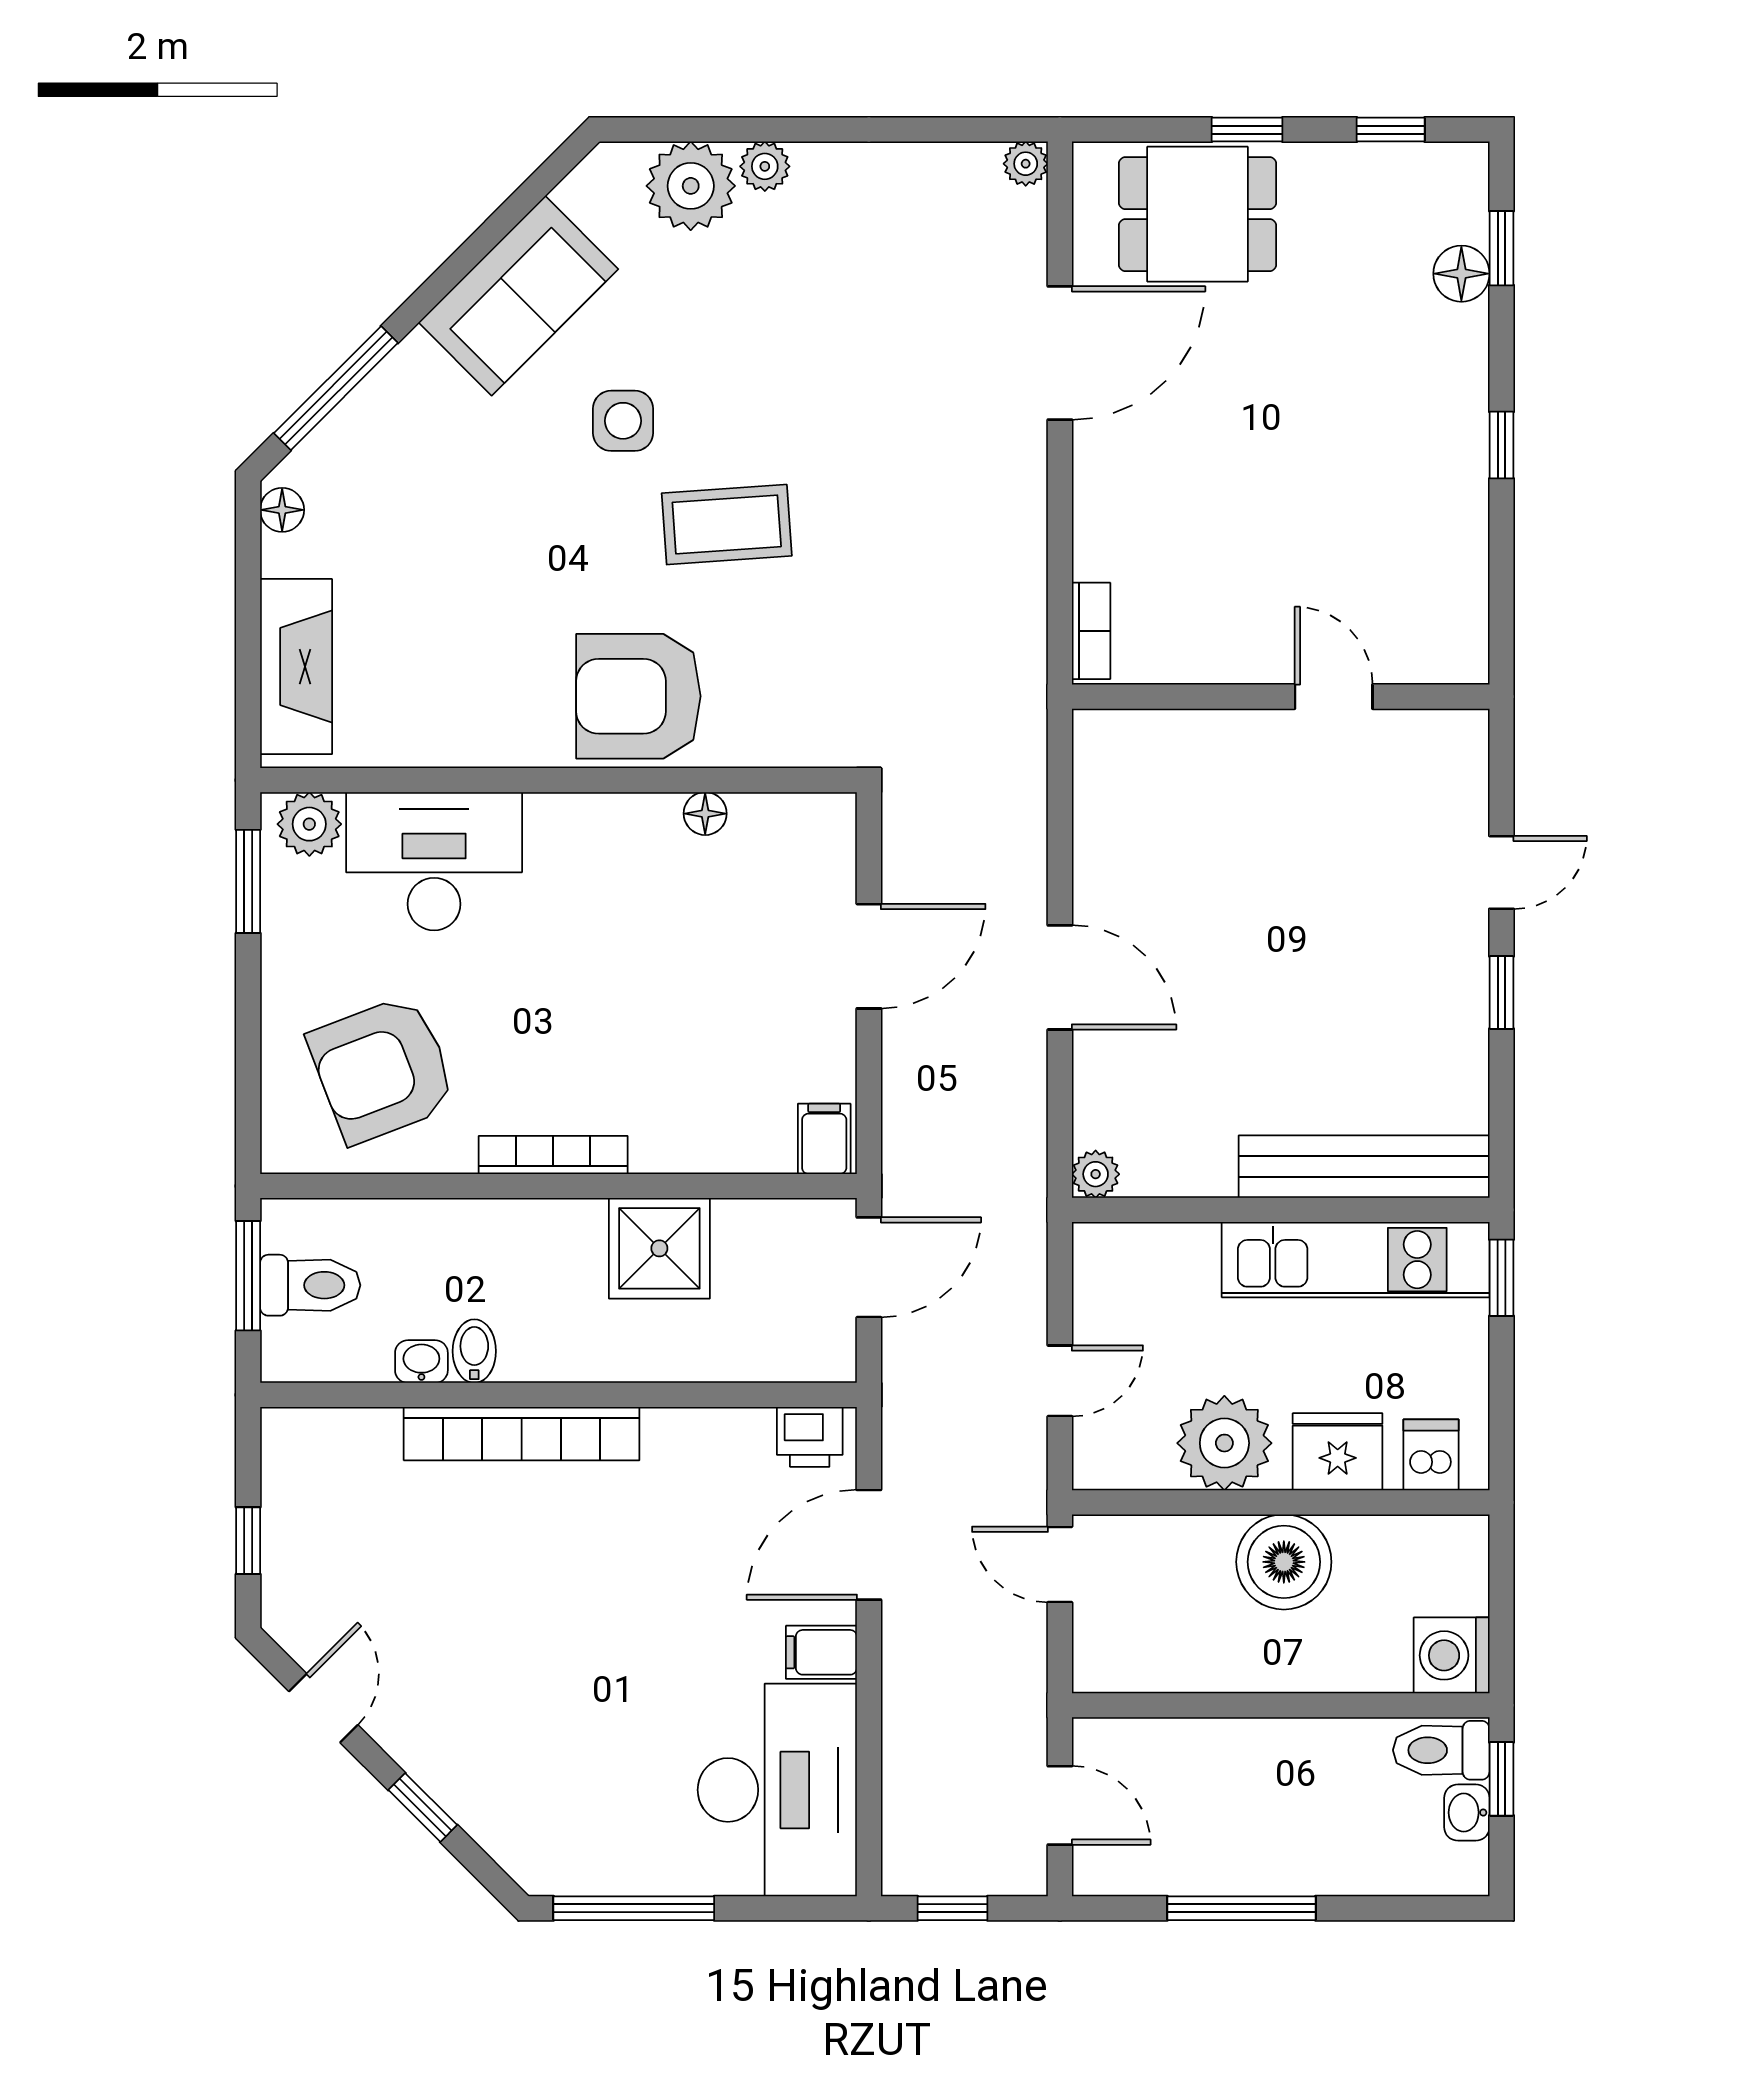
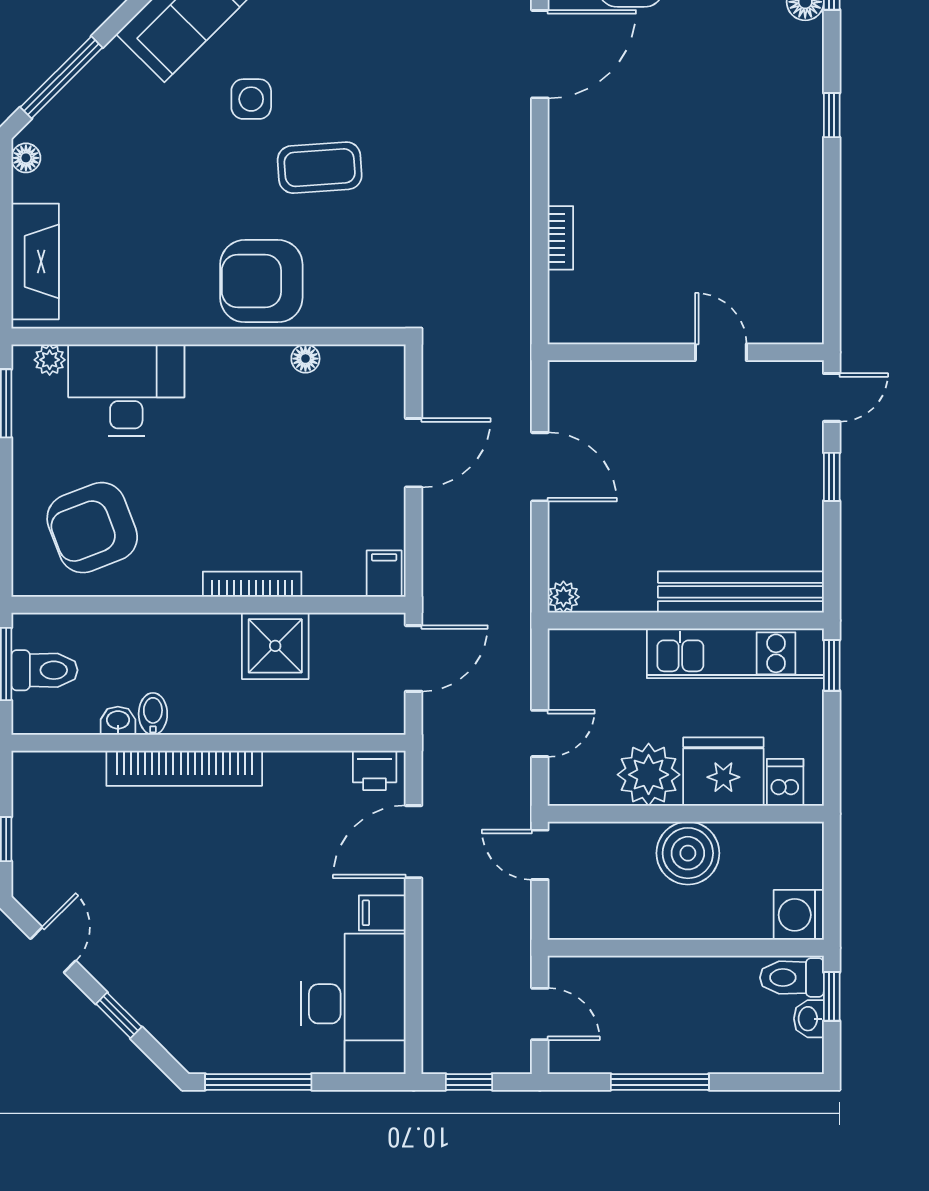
wall: (1281, 697) -> (686, 352), moved
door: (1334, 697) -> (721, 352), moved
plant: (309, 824) -> (50, 360), width x0.73, depth x0.73
bookcase: (553, 1155) -> (252, 584), moved
fridge: (1338, 1452) -> (723, 772), width x1.36, depth x1.34

